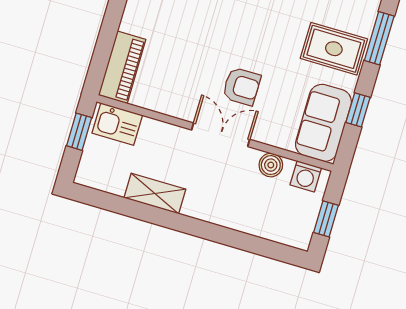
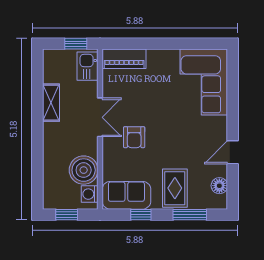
double door: (221, 135) -> (100, 117), moved
boiler: (271, 165) -> (84, 170), width x1.86, depth x1.86

